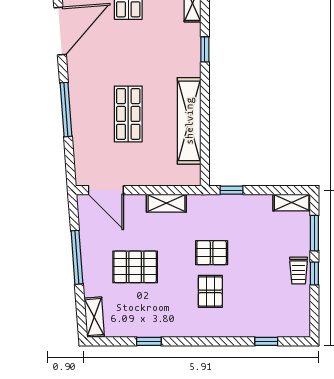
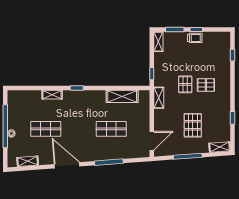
shelving: (189, 121) -> (122, 96), width x0.68
shelving: (166, 203) -> (159, 98), moved

